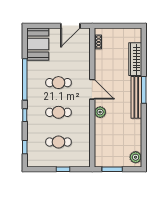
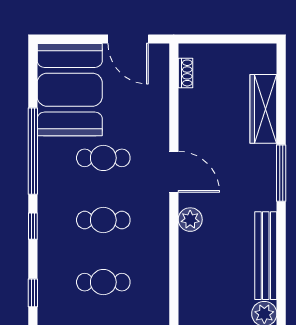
door: (70, 26) -> (128, 39), hinge flipped
booth: (38, 44) -> (70, 90), width x1.36, depth x1.42
bench: (136, 97) -> (266, 256), moved

